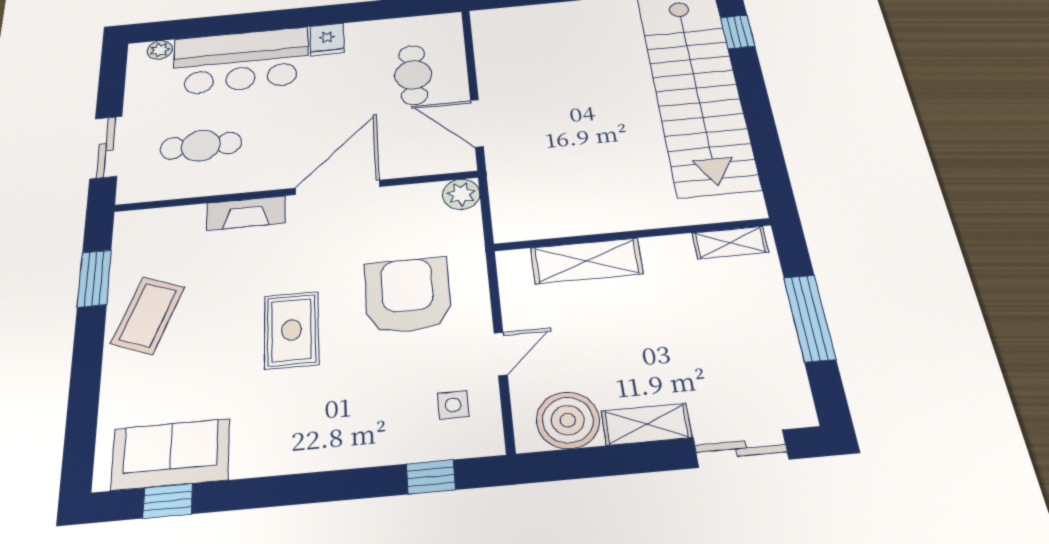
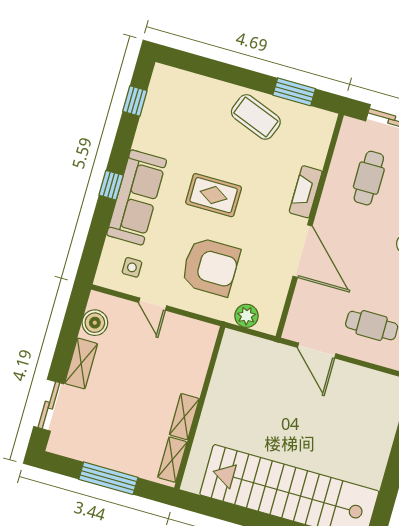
door: (477, 123) -> (317, 351), swing flipped
plant: (461, 194) -> (247, 316), moved
shelving: (586, 261) -> (184, 417), moved, width x0.67, depth x0.75
boiler: (568, 420) -> (95, 323), width x0.73, depth x0.73
sofa: (171, 454) -> (137, 197), moved, width x1.36
window: (431, 477) -> (111, 185), moved

